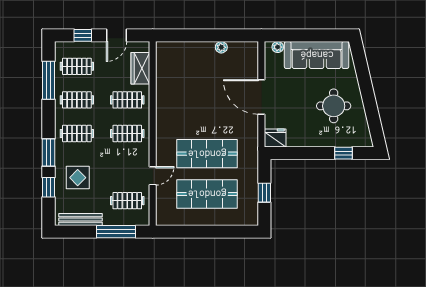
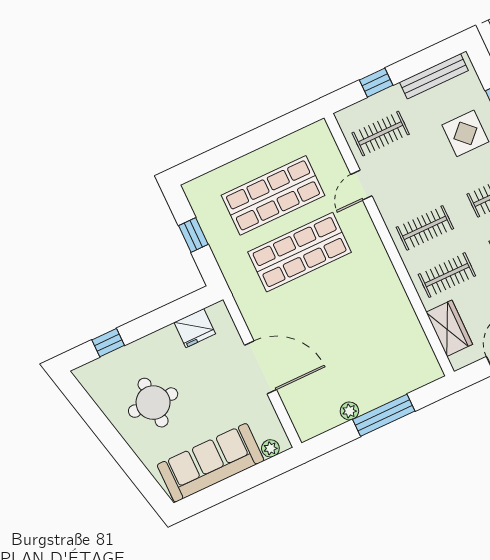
window: (202, 35) -> (384, 415), added
fridge: (275, 138) -> (195, 328), moved
window: (116, 232) -> (376, 83), width x0.46

